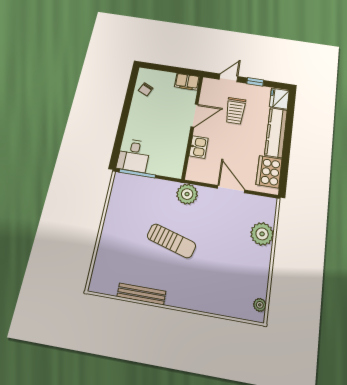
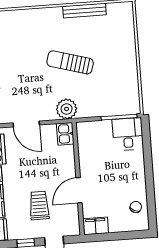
kitchen sink: (199, 147) -> (65, 134), moved

